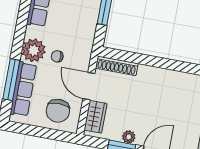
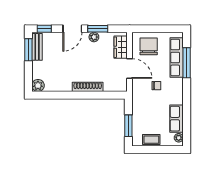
plant: (34, 50) -> (174, 87), removed
shoe rack: (117, 66) -> (88, 87), moved

